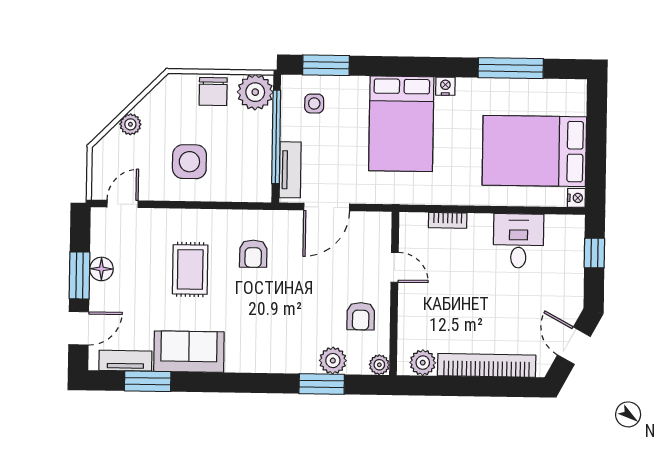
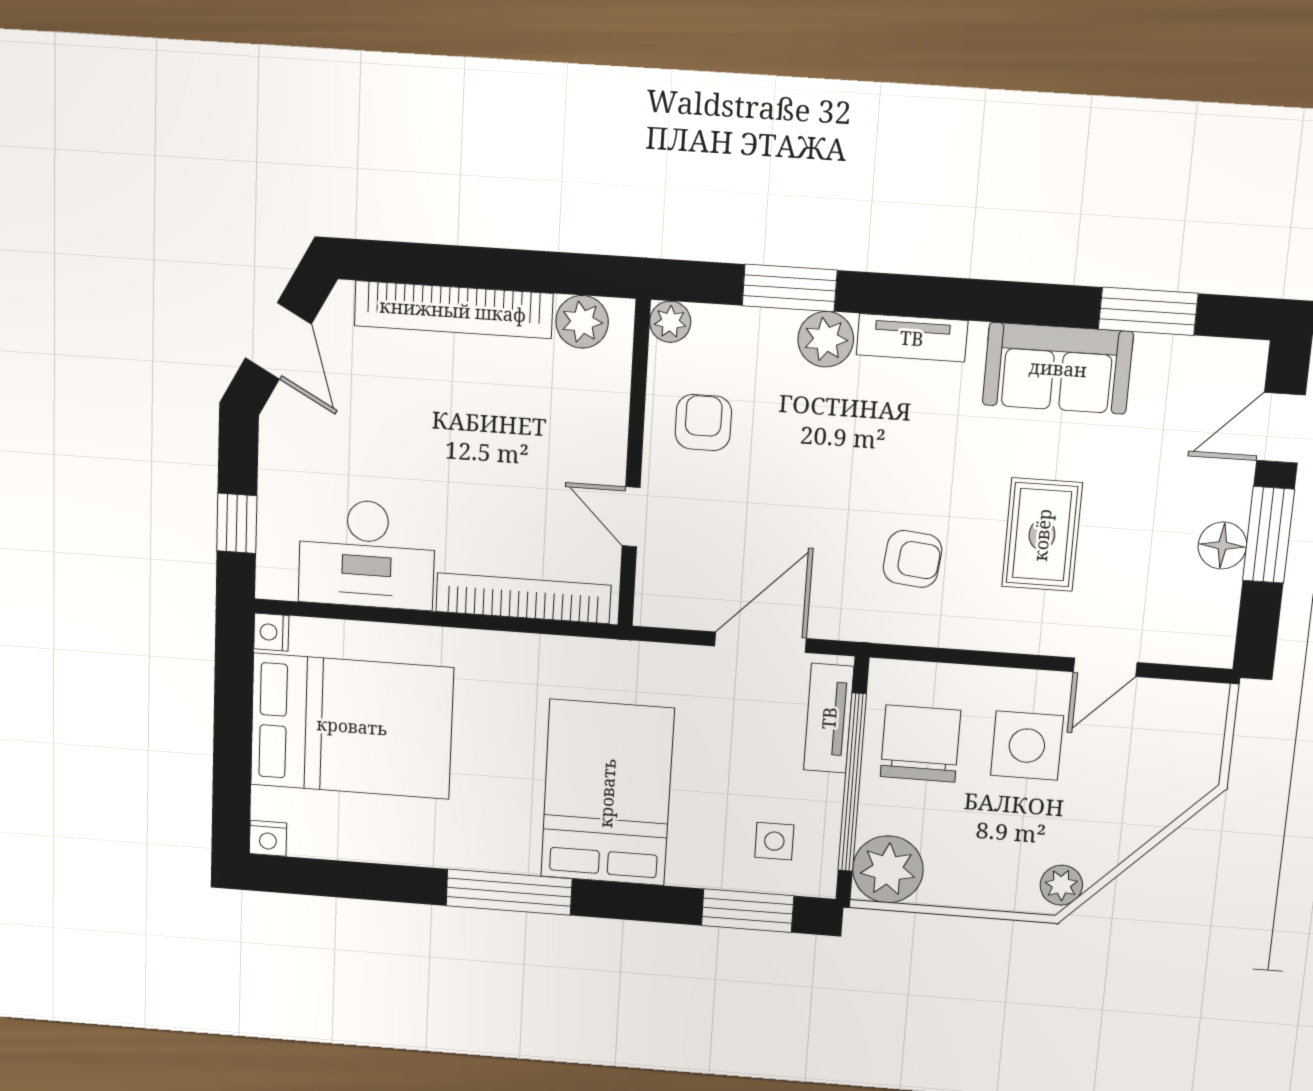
window: (511, 68) -> (509, 892), moved
nightstand: (445, 86) -> (268, 838), moved
chair: (213, 92) -> (920, 744), moved, width x1.37, depth x1.37
plant: (130, 124) -> (1061, 885), moved
door: (123, 204) -> (1105, 667), moved
bookcase: (448, 220) -> (523, 598), width x2.31, depth x1.31
desk: (518, 241) -> (367, 554), width x1.37
armchair: (253, 254) -> (912, 559), turned 96
tv unit: (125, 361) -> (912, 338), moved
plant: (333, 361) -> (826, 339), moved

